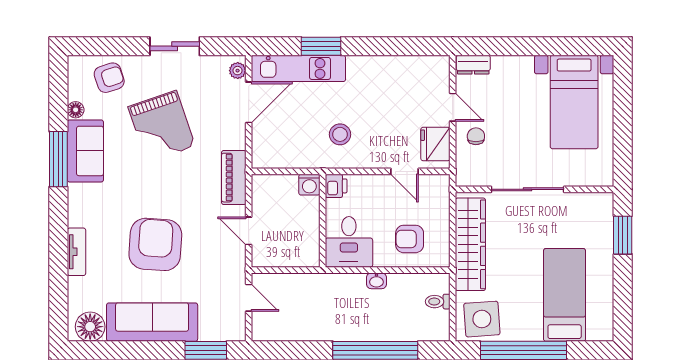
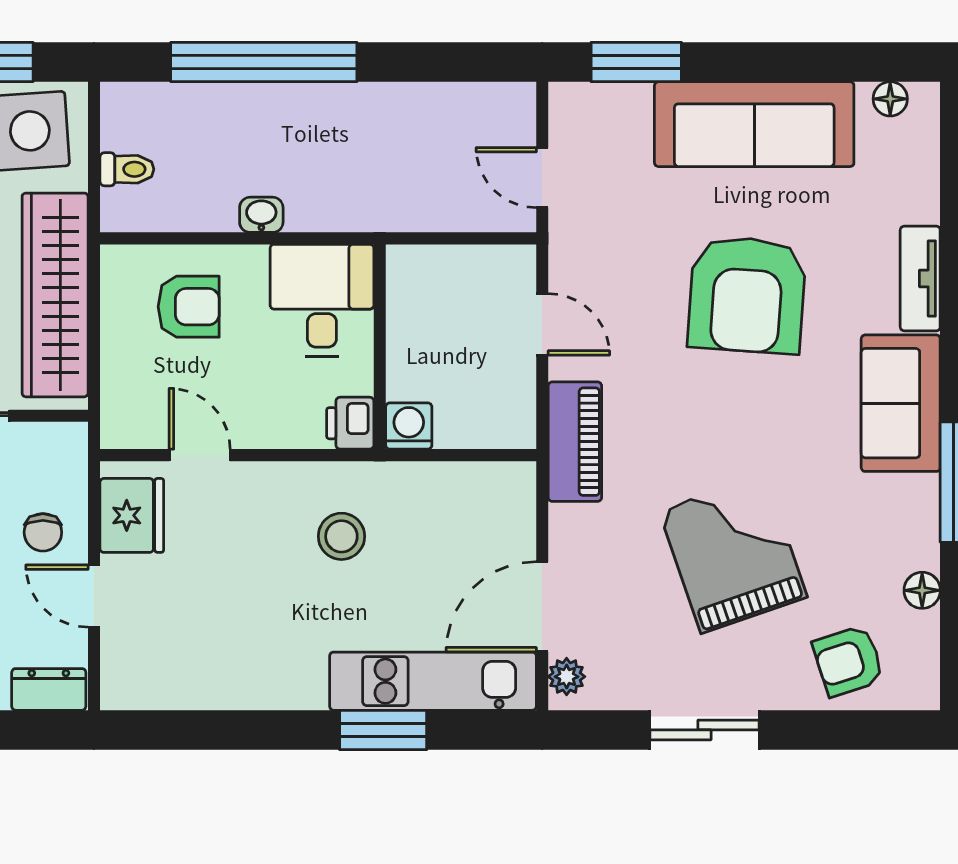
sofa: (85, 151) -> (901, 403), moved
floor lamp: (90, 327) -> (890, 99), width x0.53, depth x0.53

